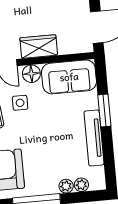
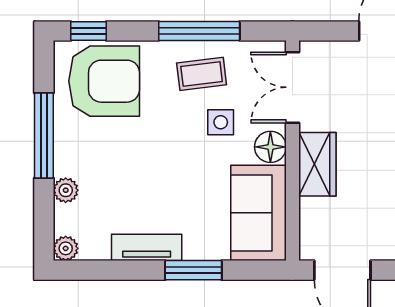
tv unit: (94, 138) -> (147, 247), width x0.71
plant: (81, 185) -> (66, 248), moved

